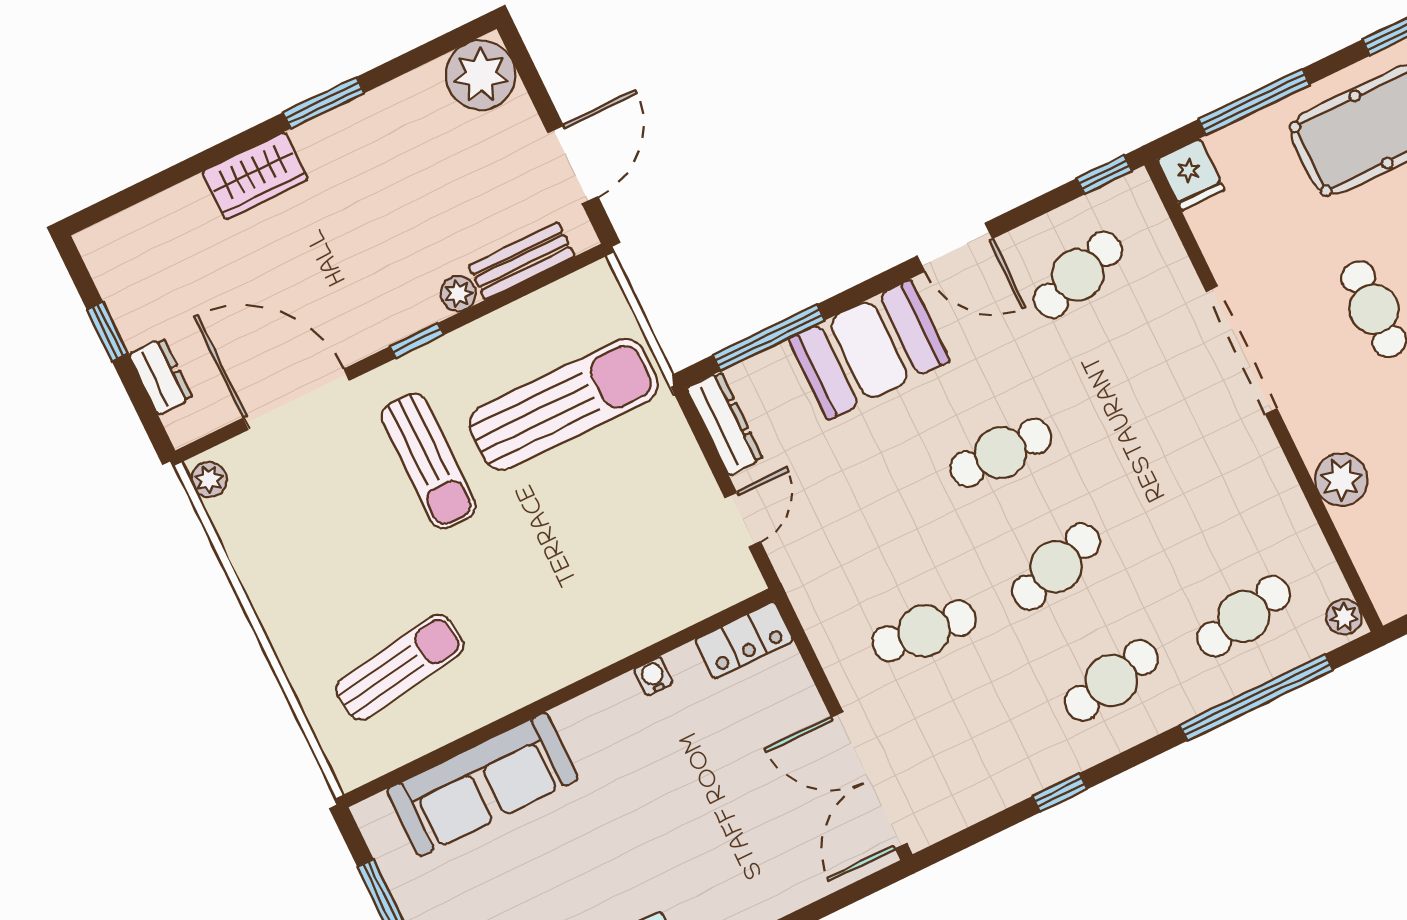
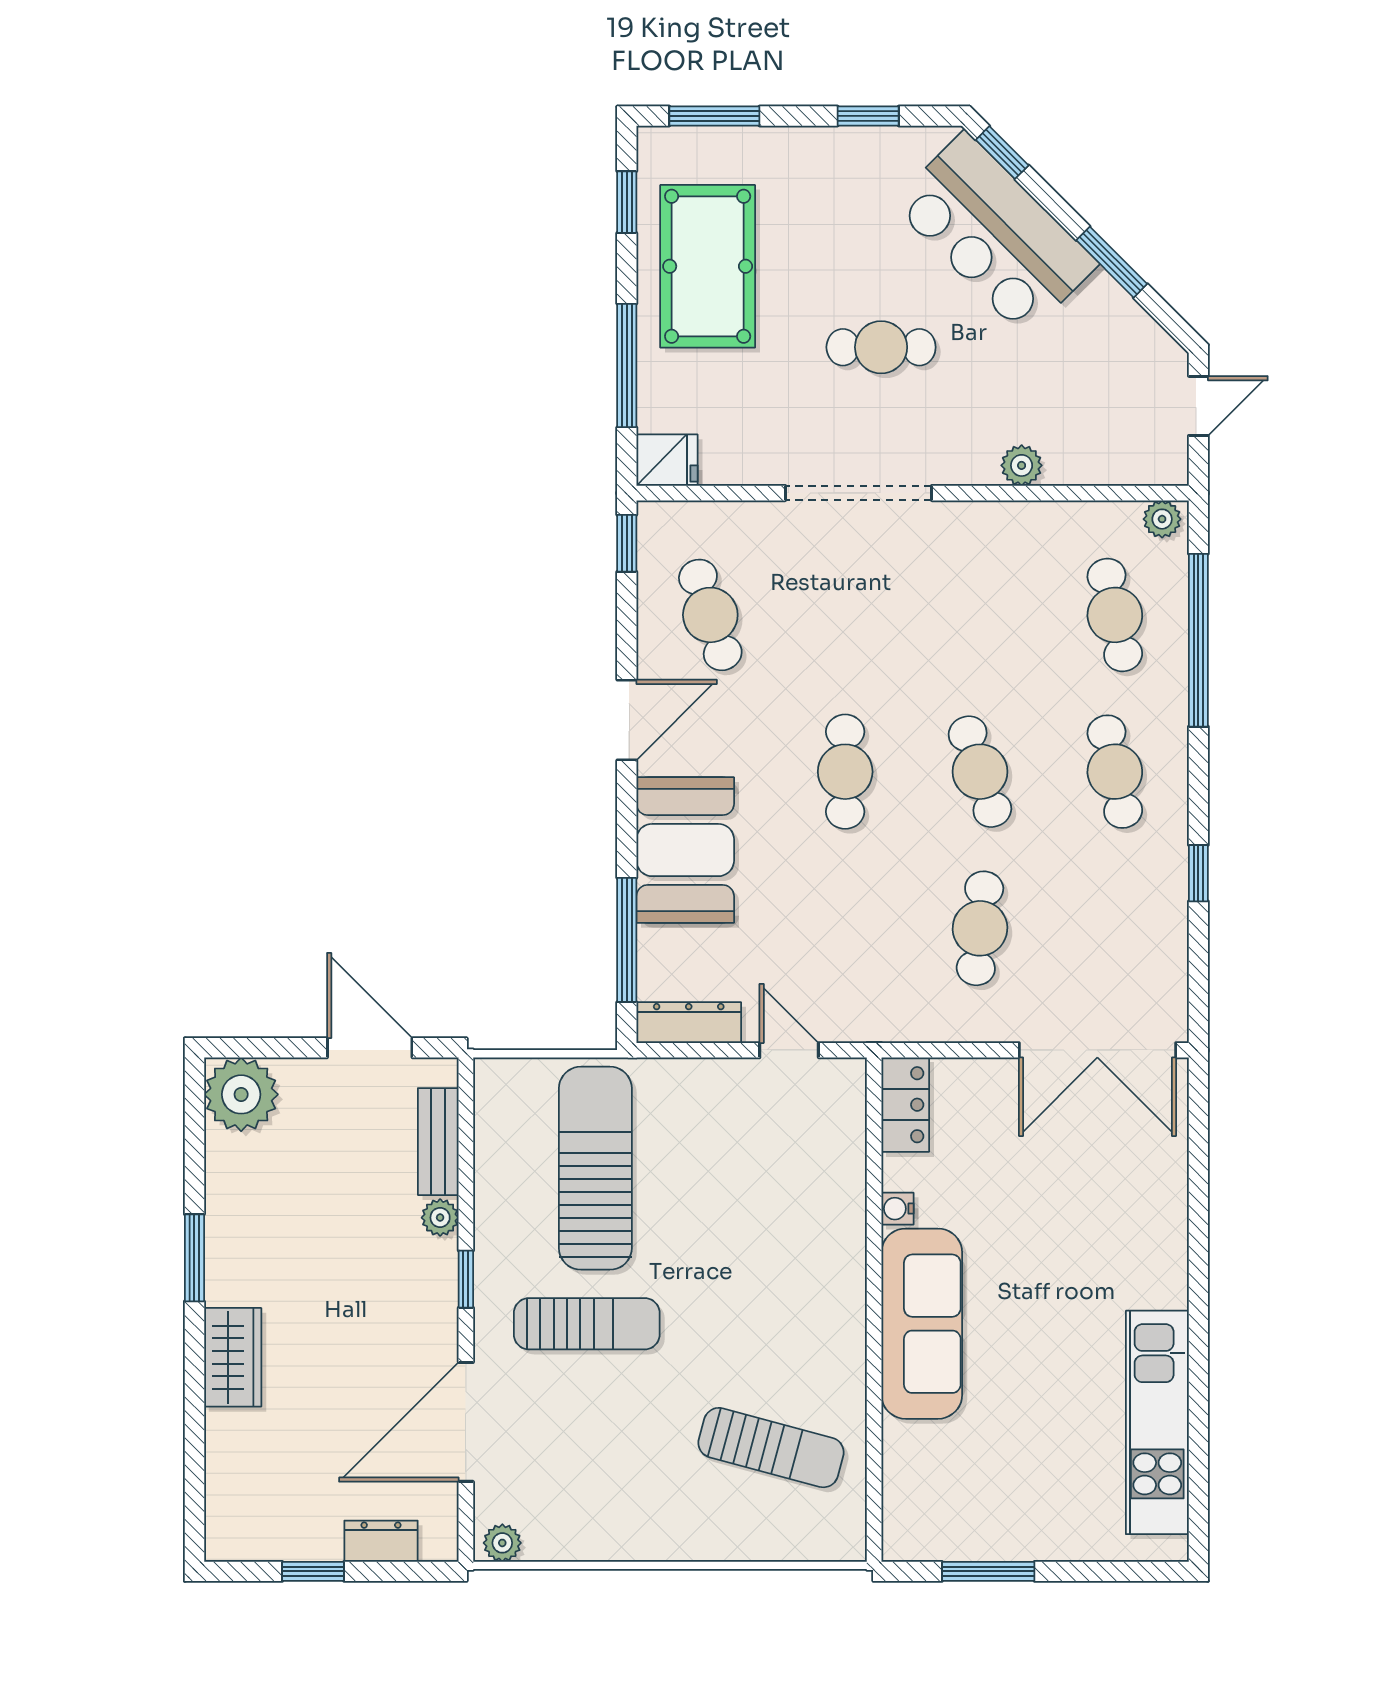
plant: (1341, 480) -> (1022, 465), width x0.73, depth x0.73
sun lounger: (400, 667) -> (771, 1448), turned 114
sofa: (483, 784) -> (922, 1324), moved

